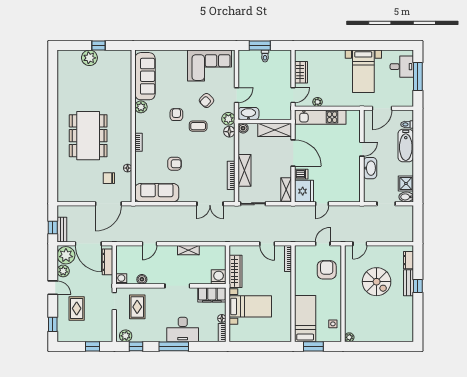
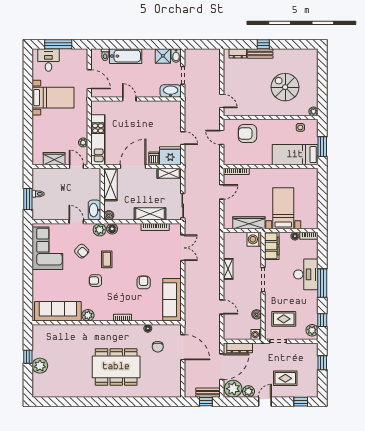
washbasin: (370, 168) -> (171, 91), moved
spiral stairs: (377, 282) -> (285, 87), moved, turned -90

